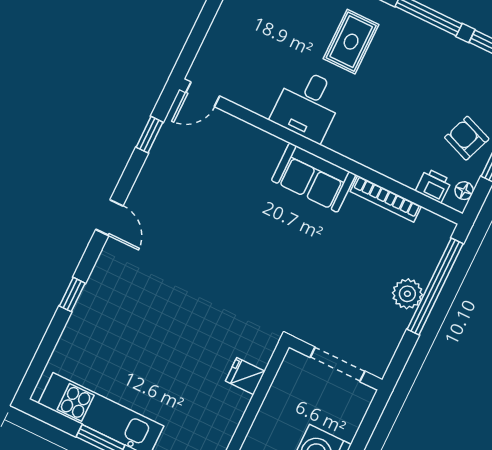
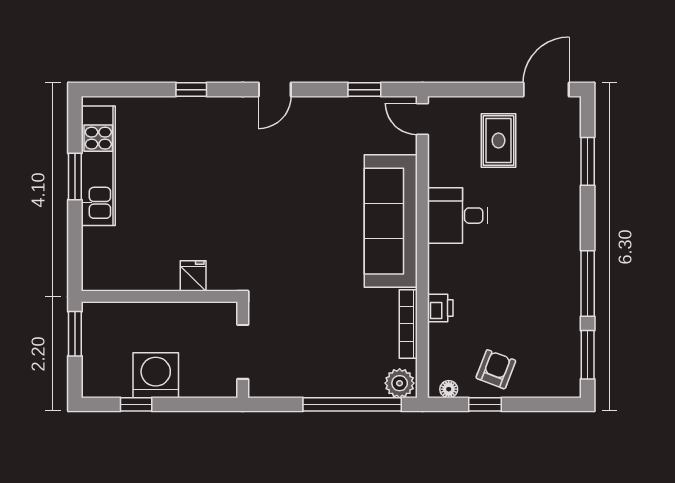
rug: (351, 42) -> (498, 140), moved, turned 90
sofa: (314, 178) -> (391, 221), width x1.85, depth x1.27
printer: (434, 186) -> (440, 308), moved
plant: (407, 294) -> (400, 383), moved

